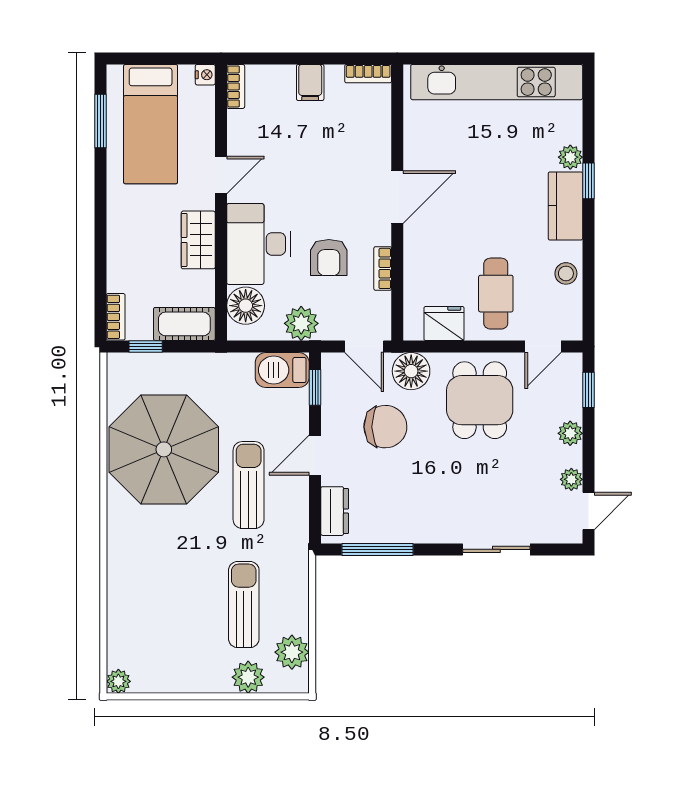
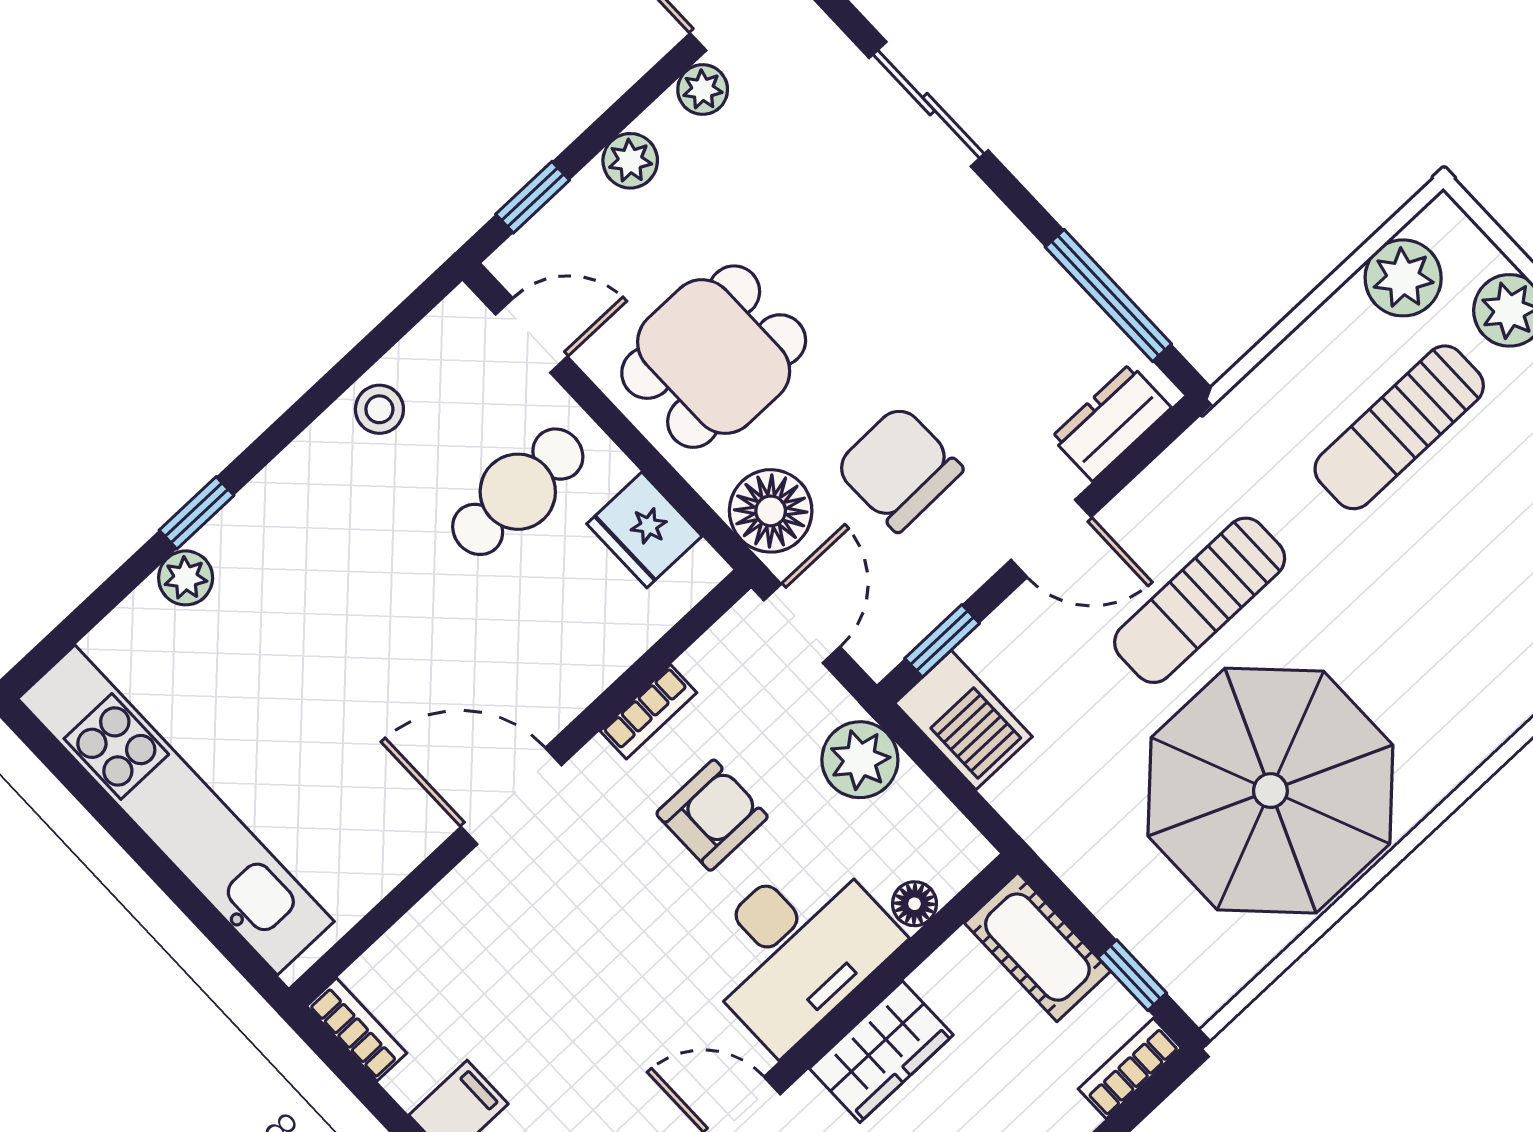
kitchen counter: (565, 206) -> (271, 512), removed
floor lamp: (246, 306) -> (914, 904), width x0.53, depth x0.53

